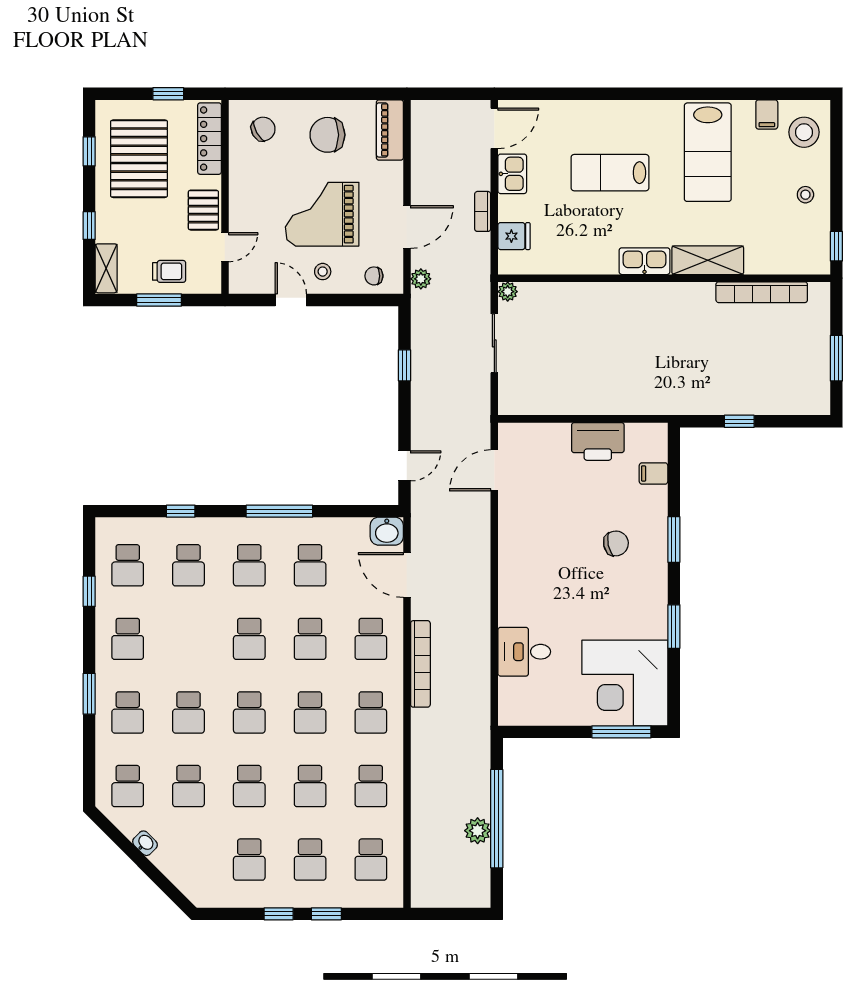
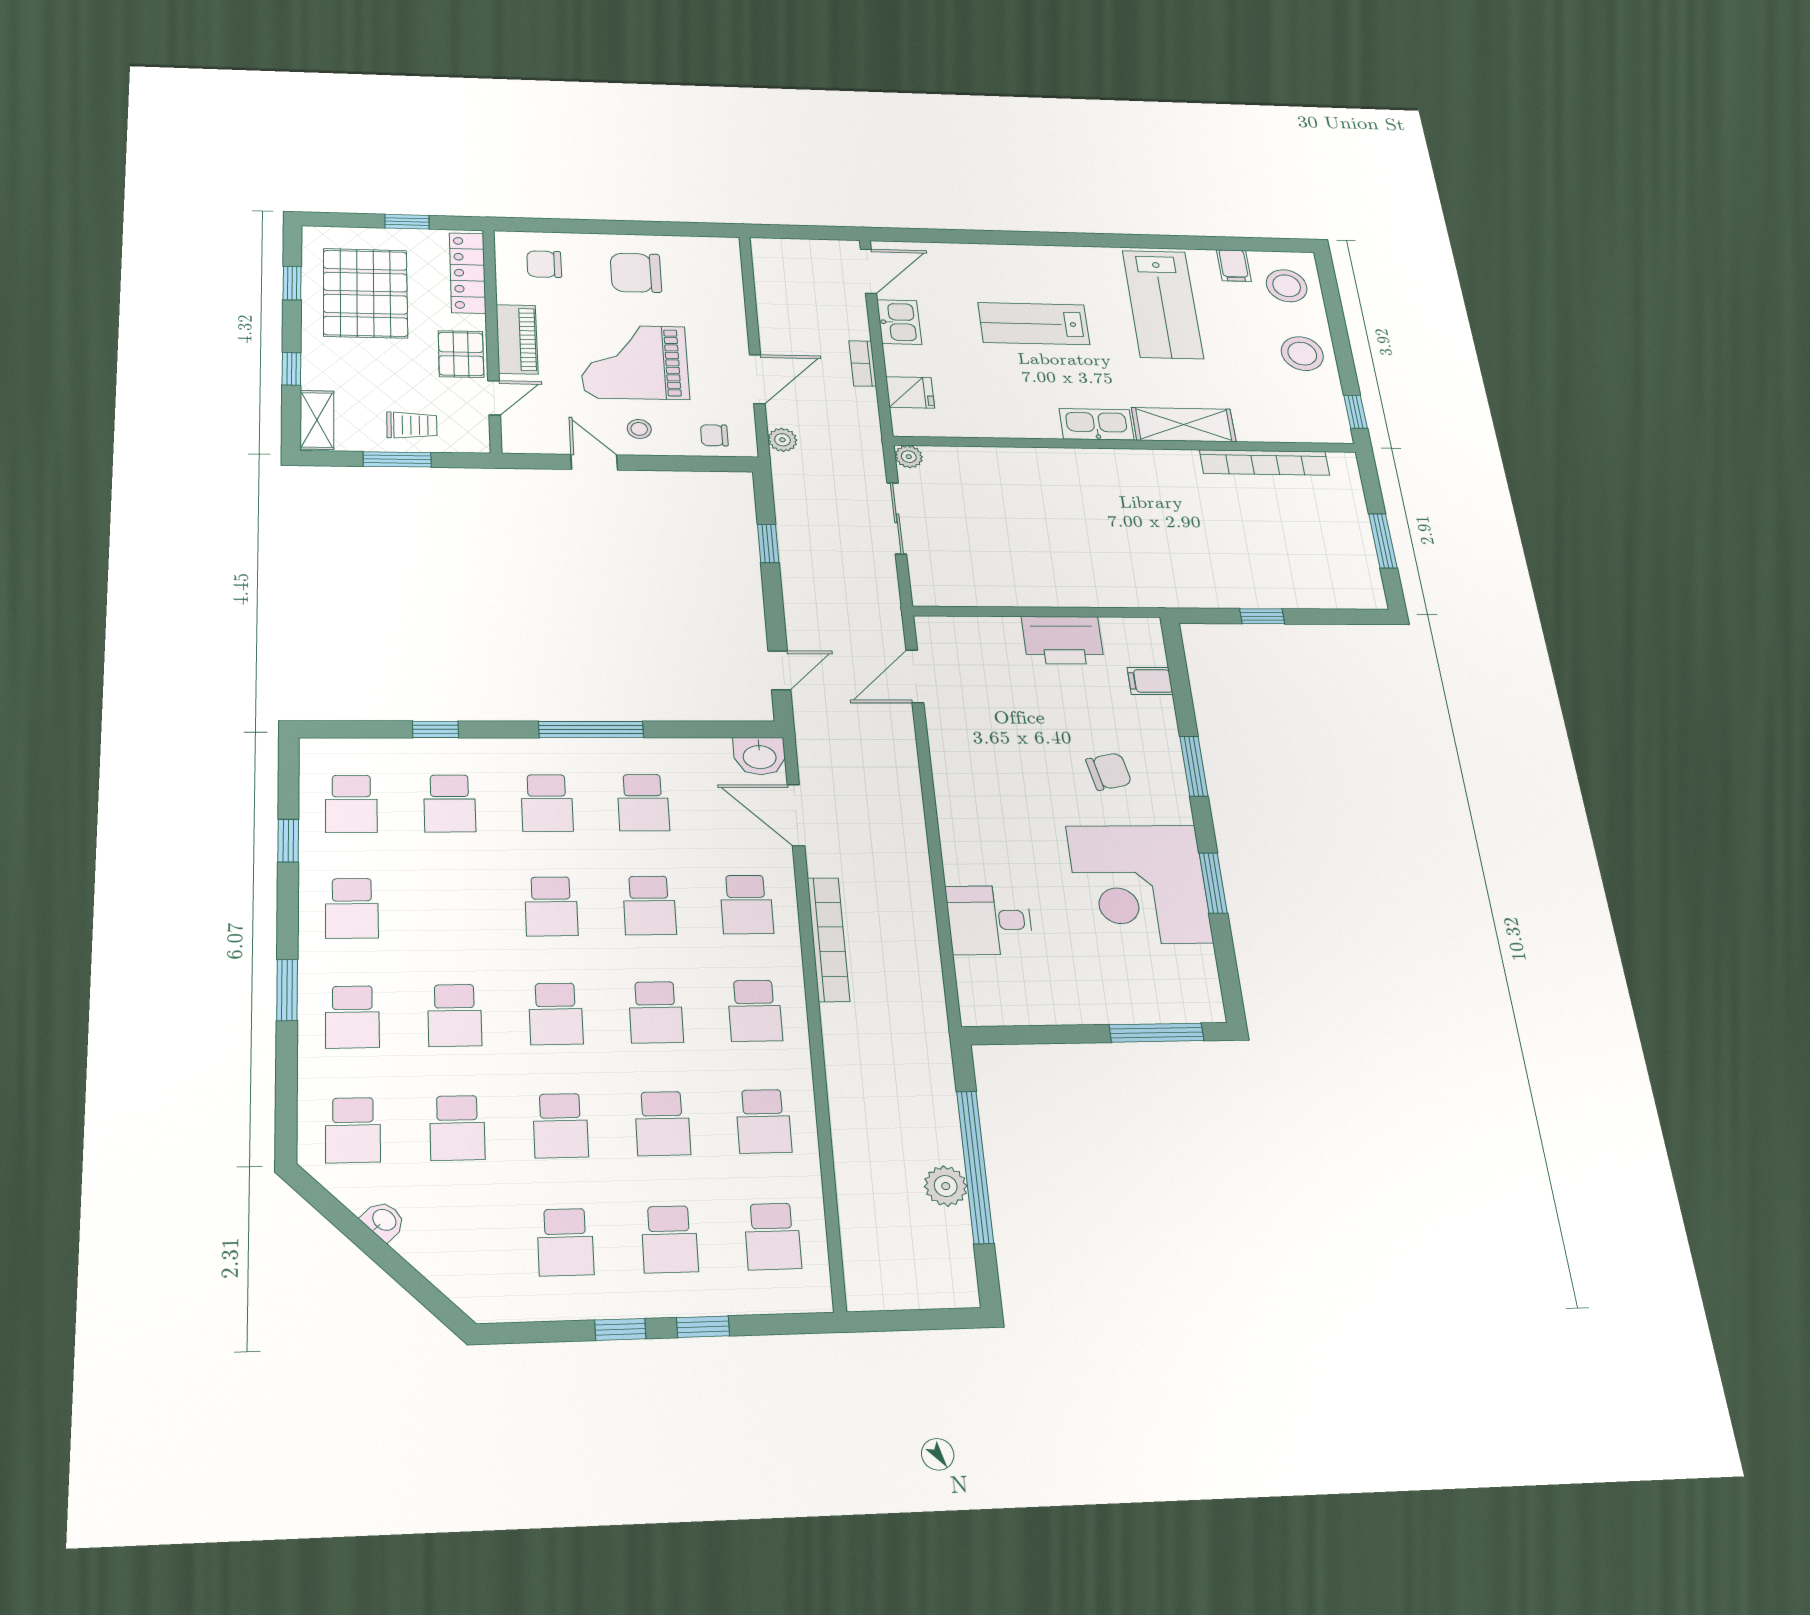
chair: (263, 129) -> (544, 264), turned -151
piano: (390, 130) -> (517, 339), moved, turned 180
stool: (805, 195) -> (1302, 354), width x1.89, depth x1.89
corner desk: (625, 683) -> (1139, 884), moved

